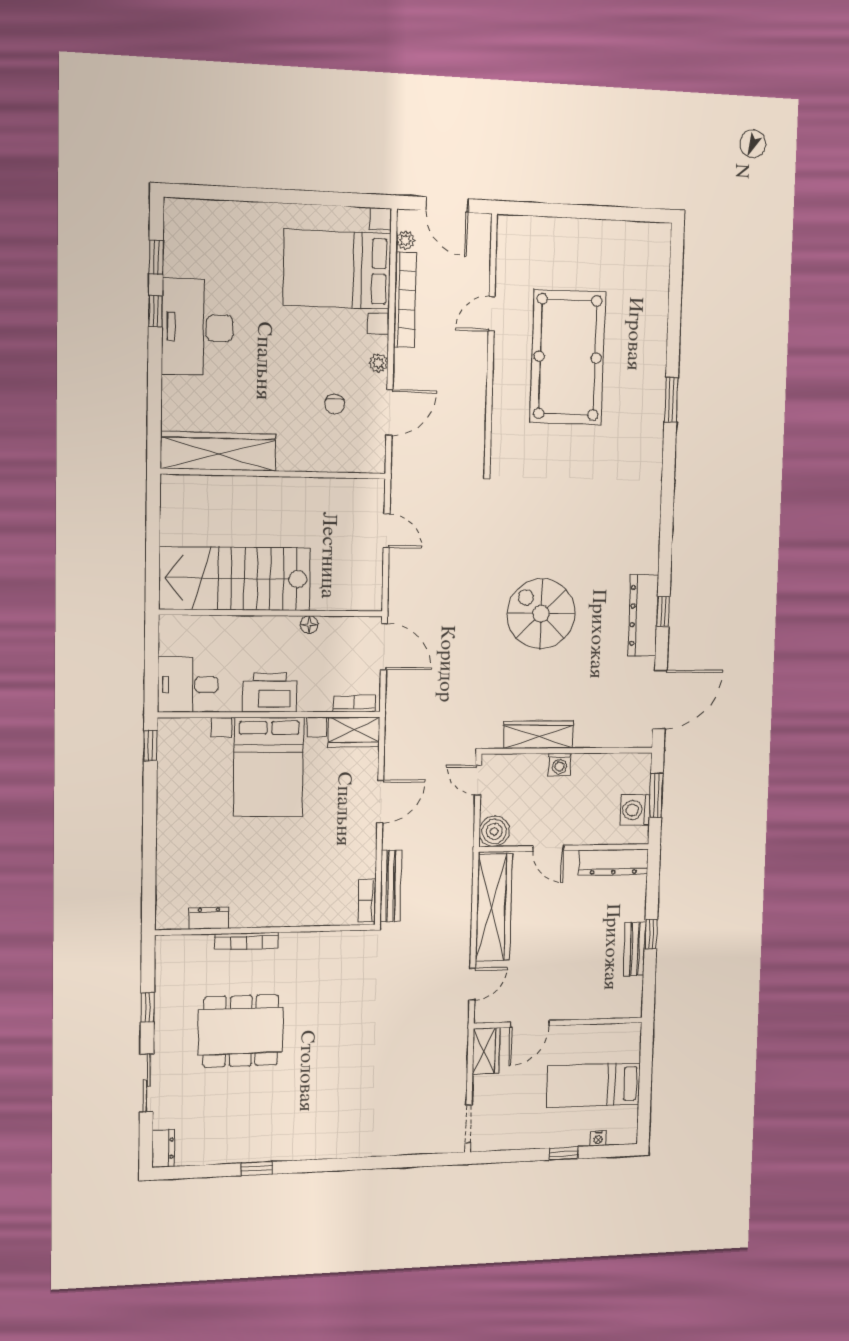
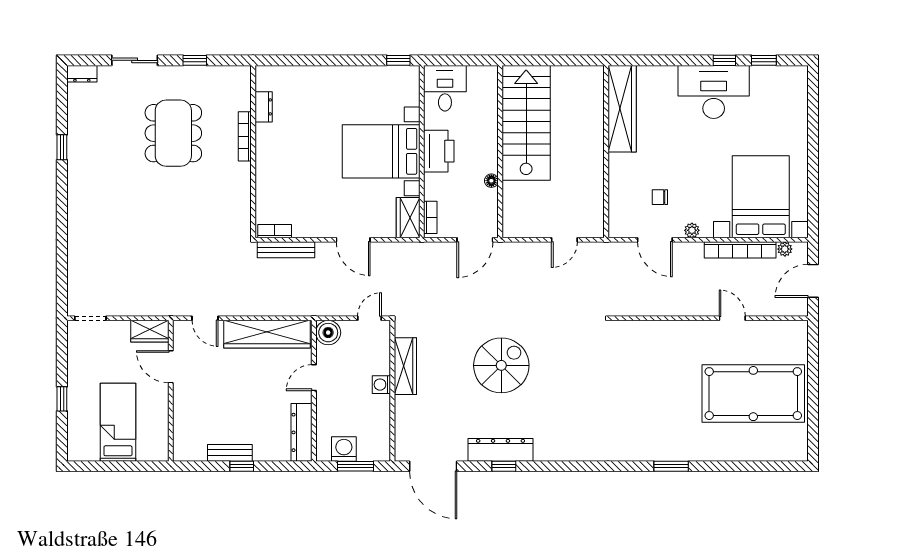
pool table: (568, 357) -> (753, 394), moved
nightstand: (598, 1138) -> (73, 428), removed

